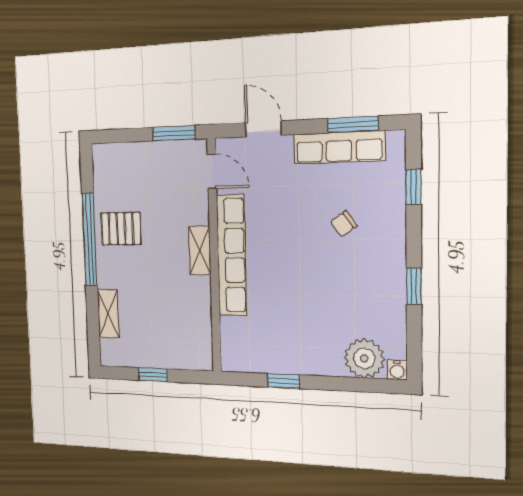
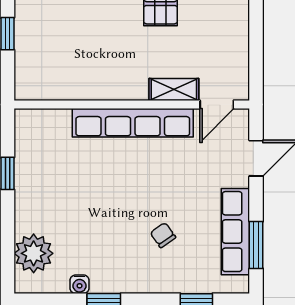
window: (174, 133) -> (256, 65), removed
shelving: (200, 251) -> (174, 89), moved
water cooler: (397, 370) -> (80, 284), moved, turned -90

